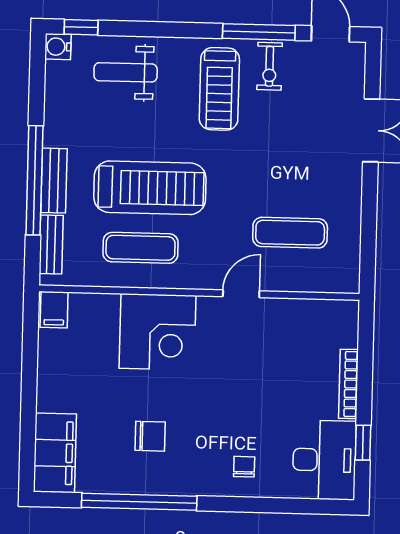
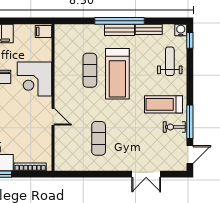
bench: (51, 245) -> (149, 29), moved
wall: (199, 293) -> (53, 98), moved
door: (241, 294) -> (53, 117), moved
filing cabinet: (54, 310) -> (44, 31), moved
corner desk: (158, 332) -> (35, 79), moved

